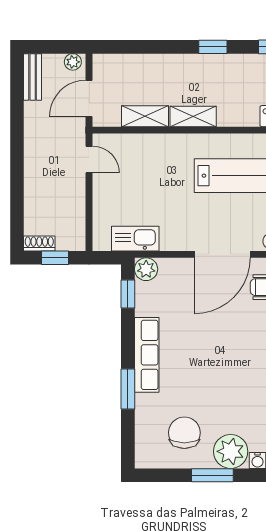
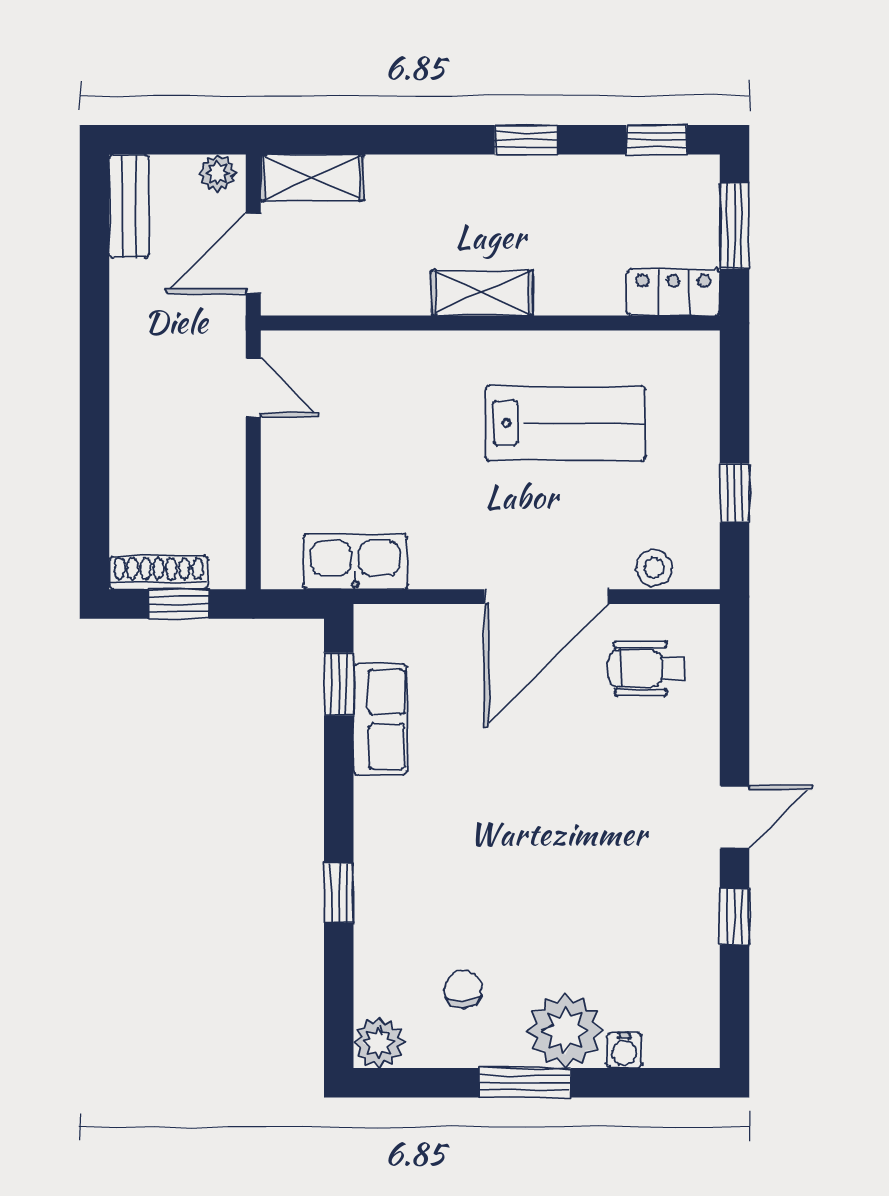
shelving: (145, 116) -> (312, 178), moved
shoe rack: (39, 243) -> (158, 573), width x1.43
plant: (146, 269) -> (379, 1043), moved
row of seats: (147, 355) -> (380, 719), moved, width x0.68
window: (128, 389) -> (339, 893), width x0.67
chair: (184, 433) -> (463, 989), width x0.54, depth x0.54

